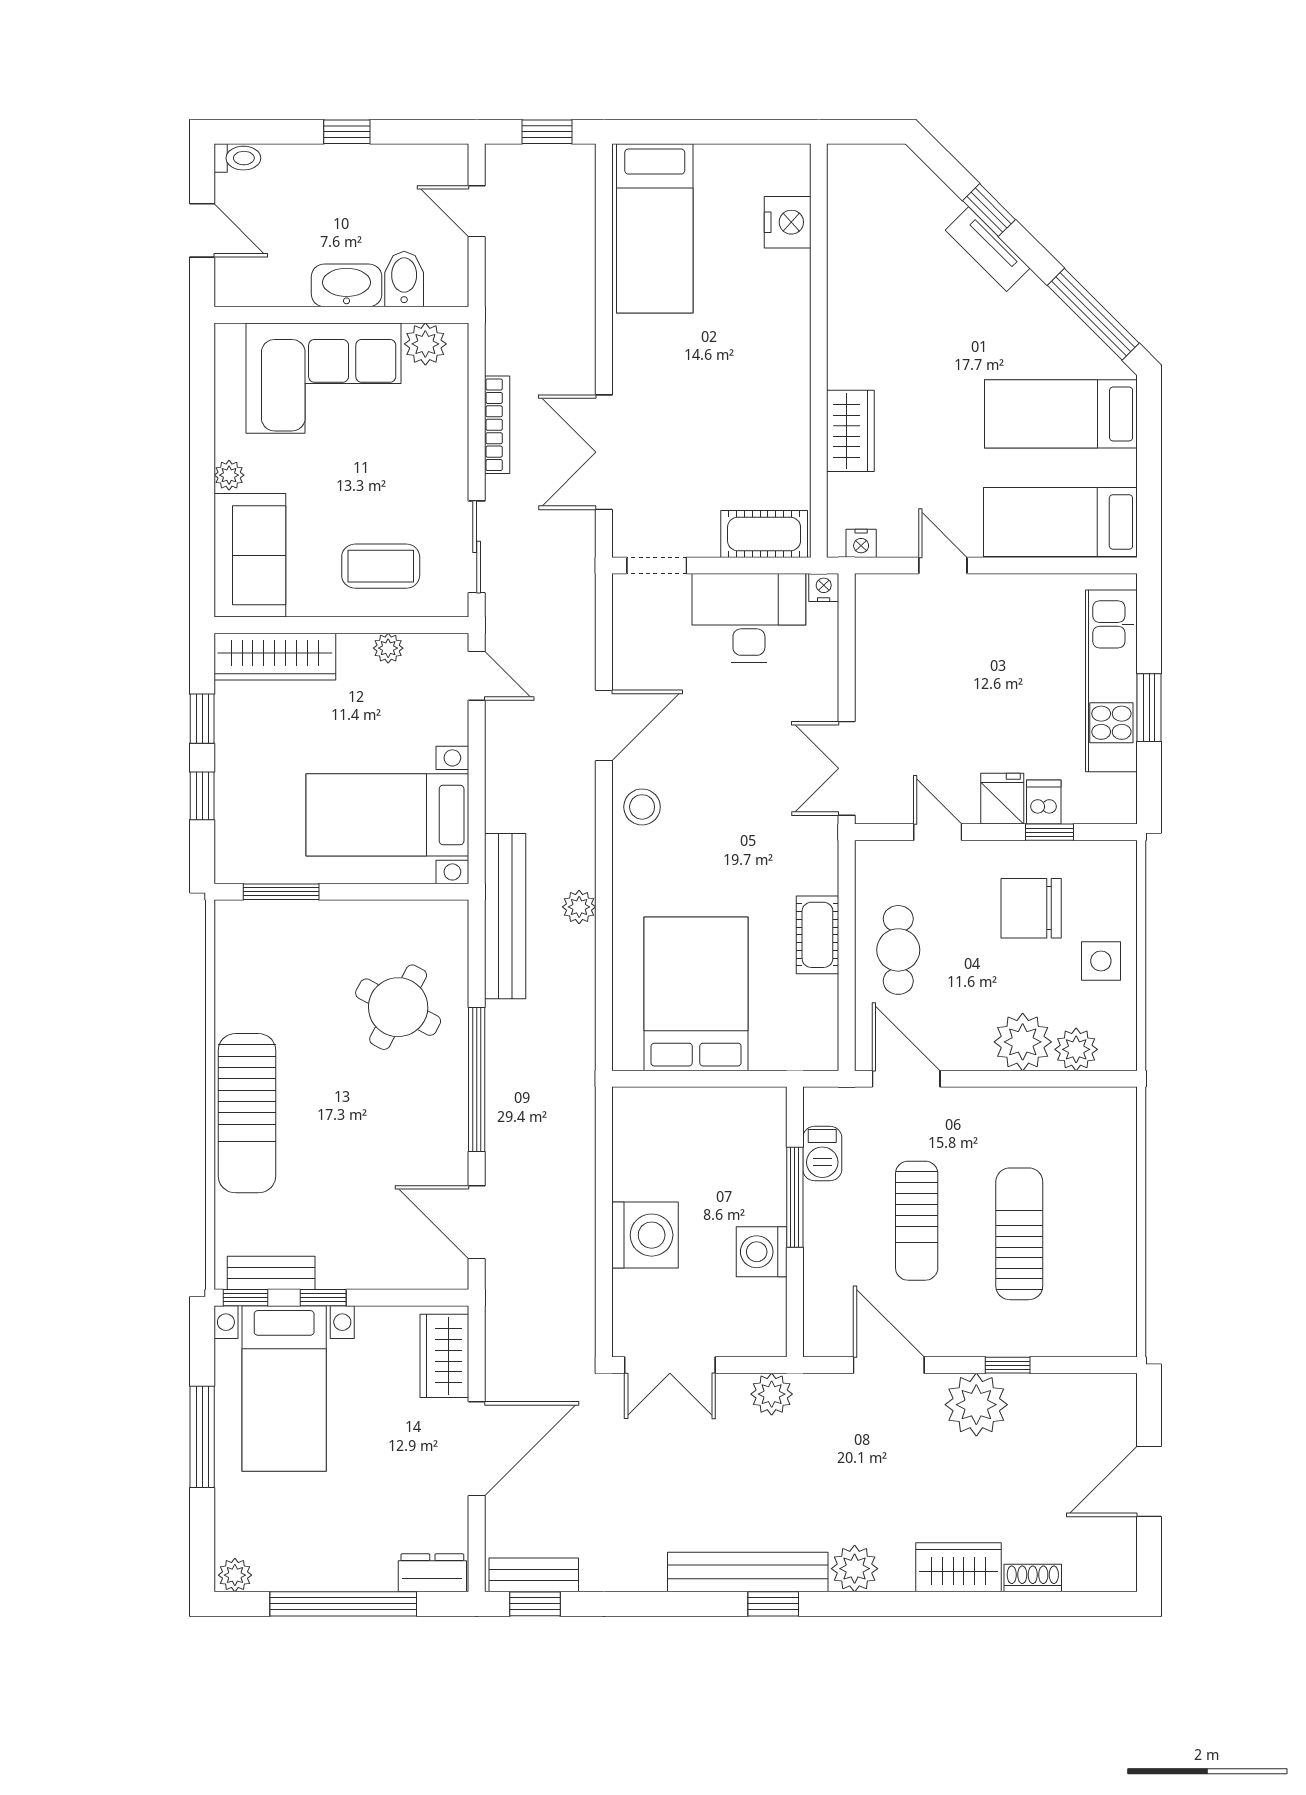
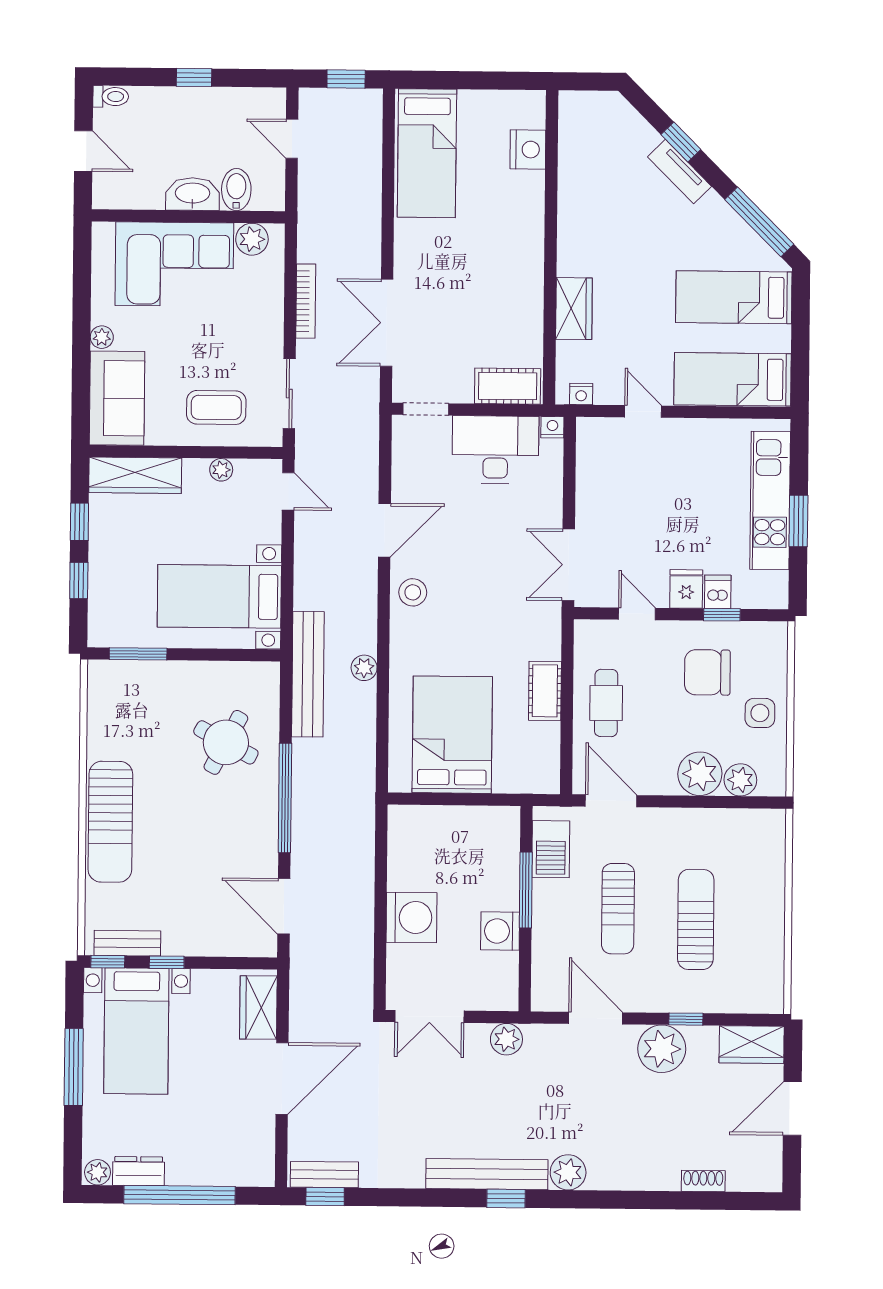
barbecue: (822, 1153) -> (551, 849), width x1.38, depth x1.27
wardrobe: (958, 1567) -> (752, 1045), moved, turned 180
dresser: (432, 1573) -> (139, 1171), moved

